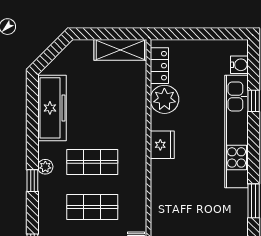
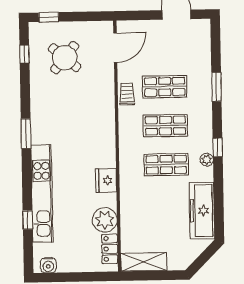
water cooler: (239, 65) -> (48, 265), moved, turned -90

